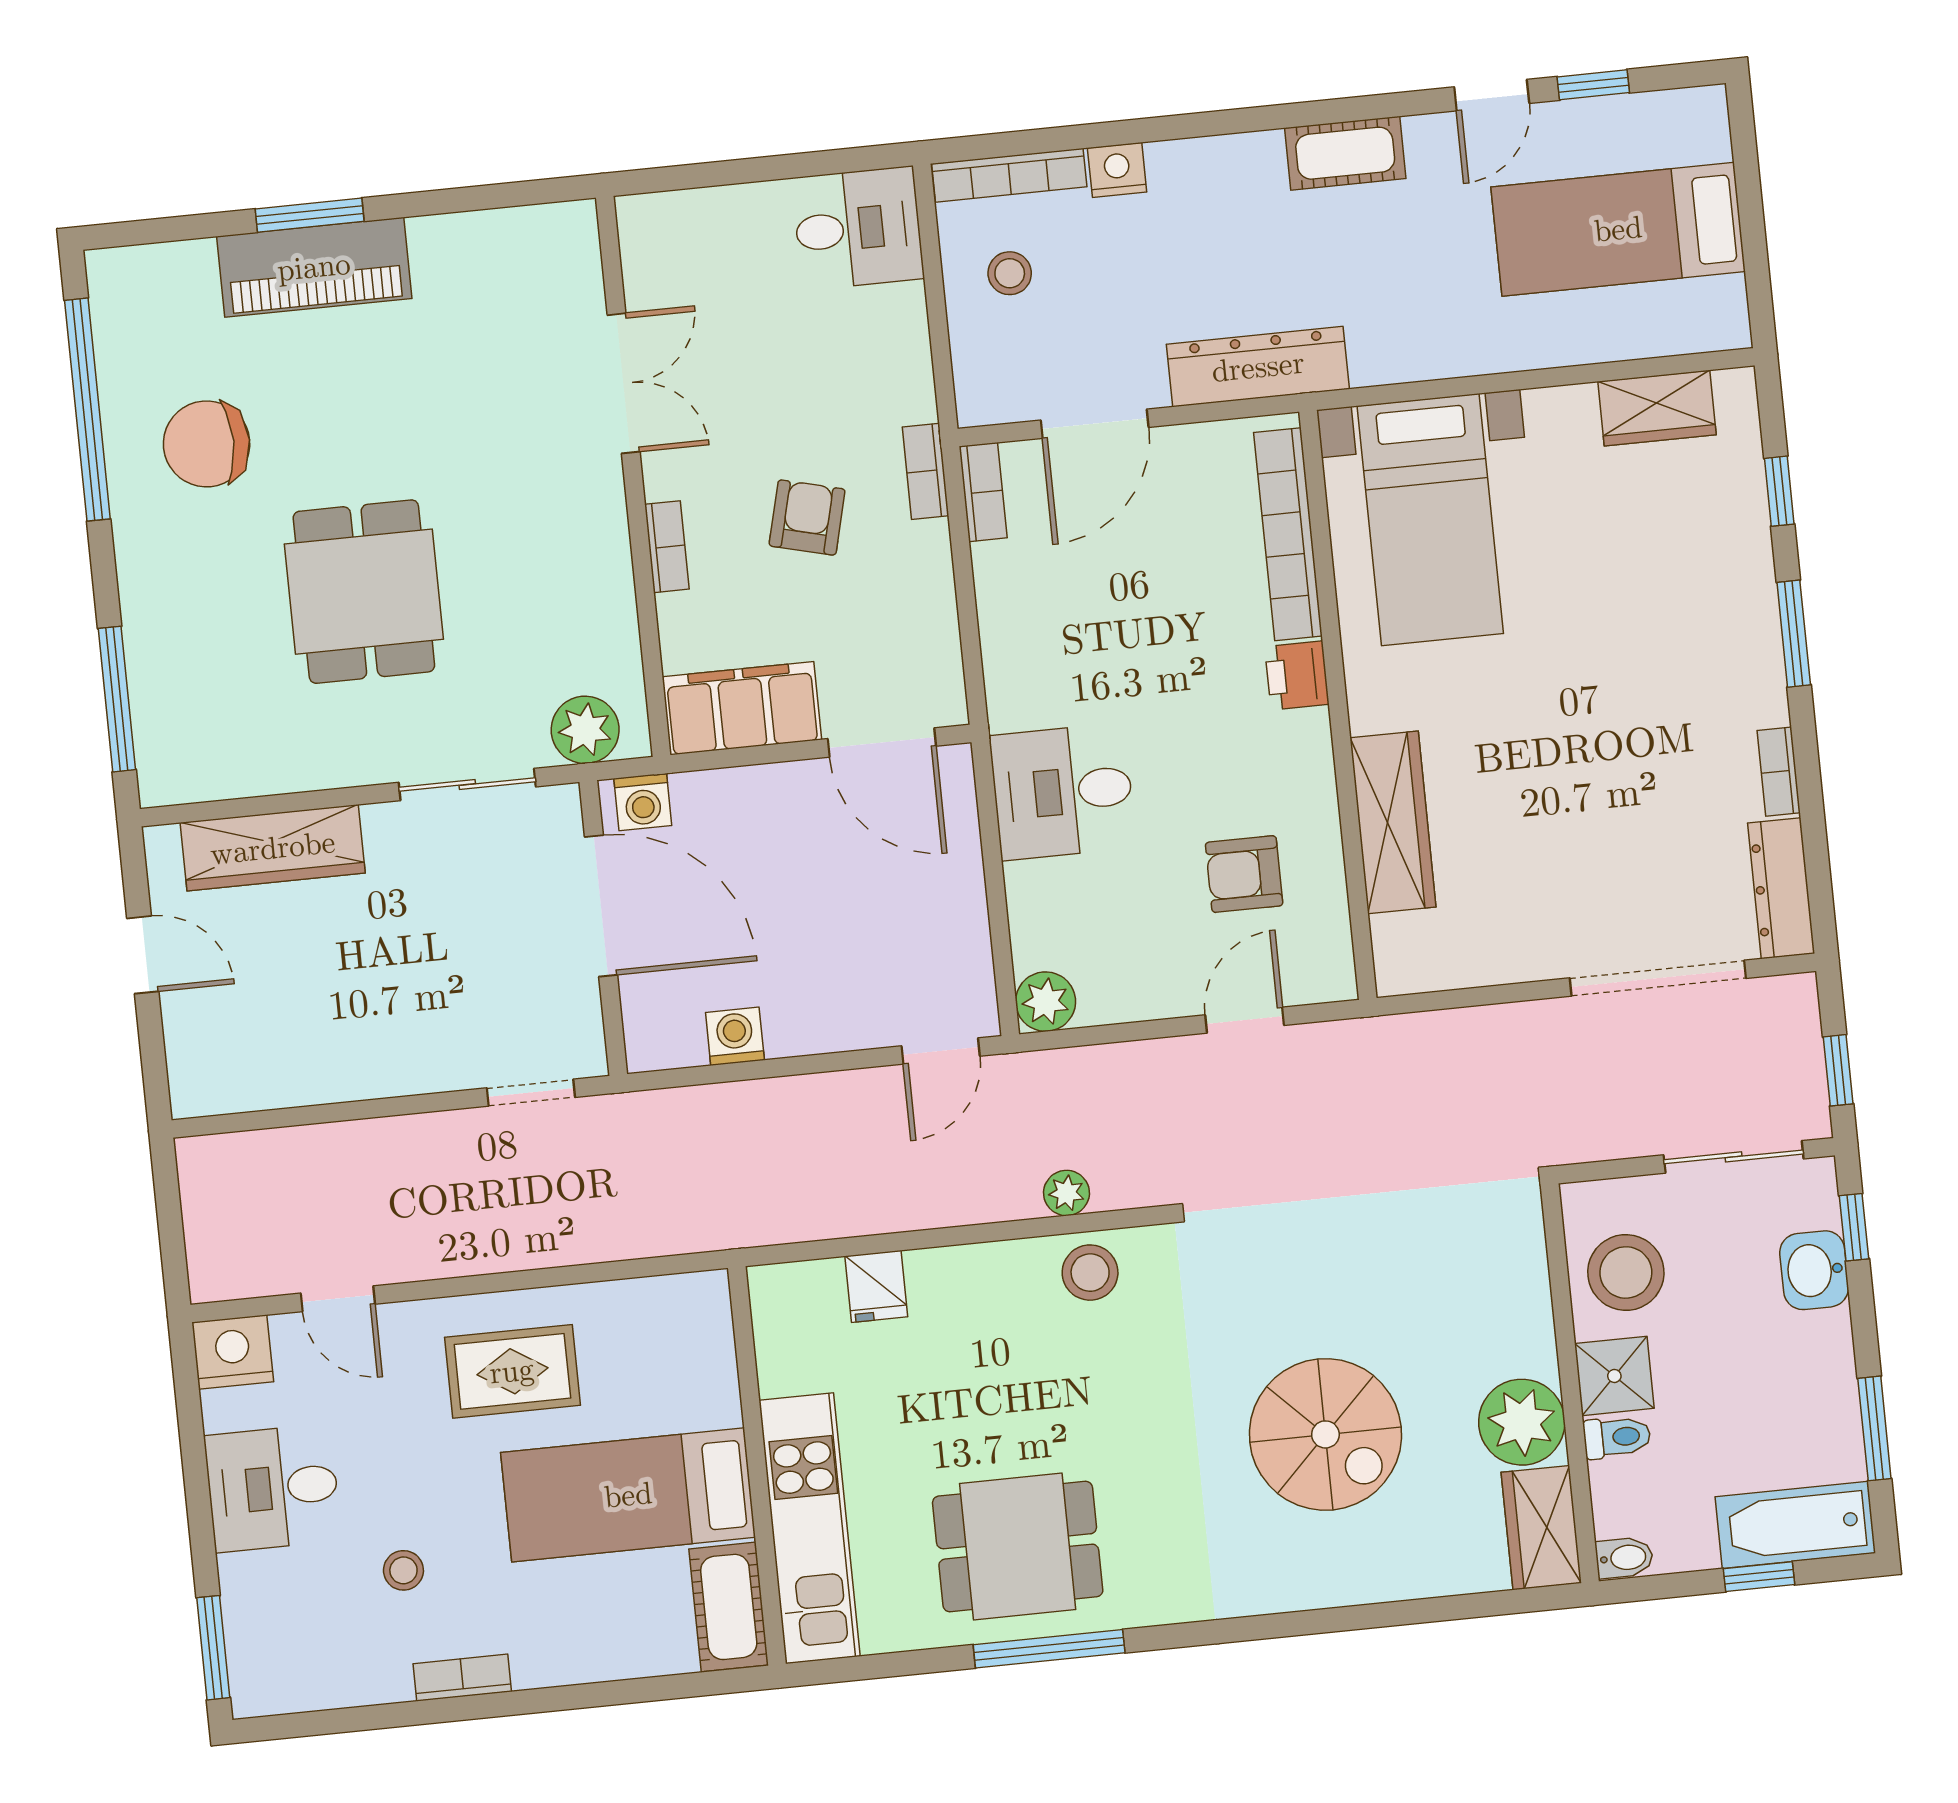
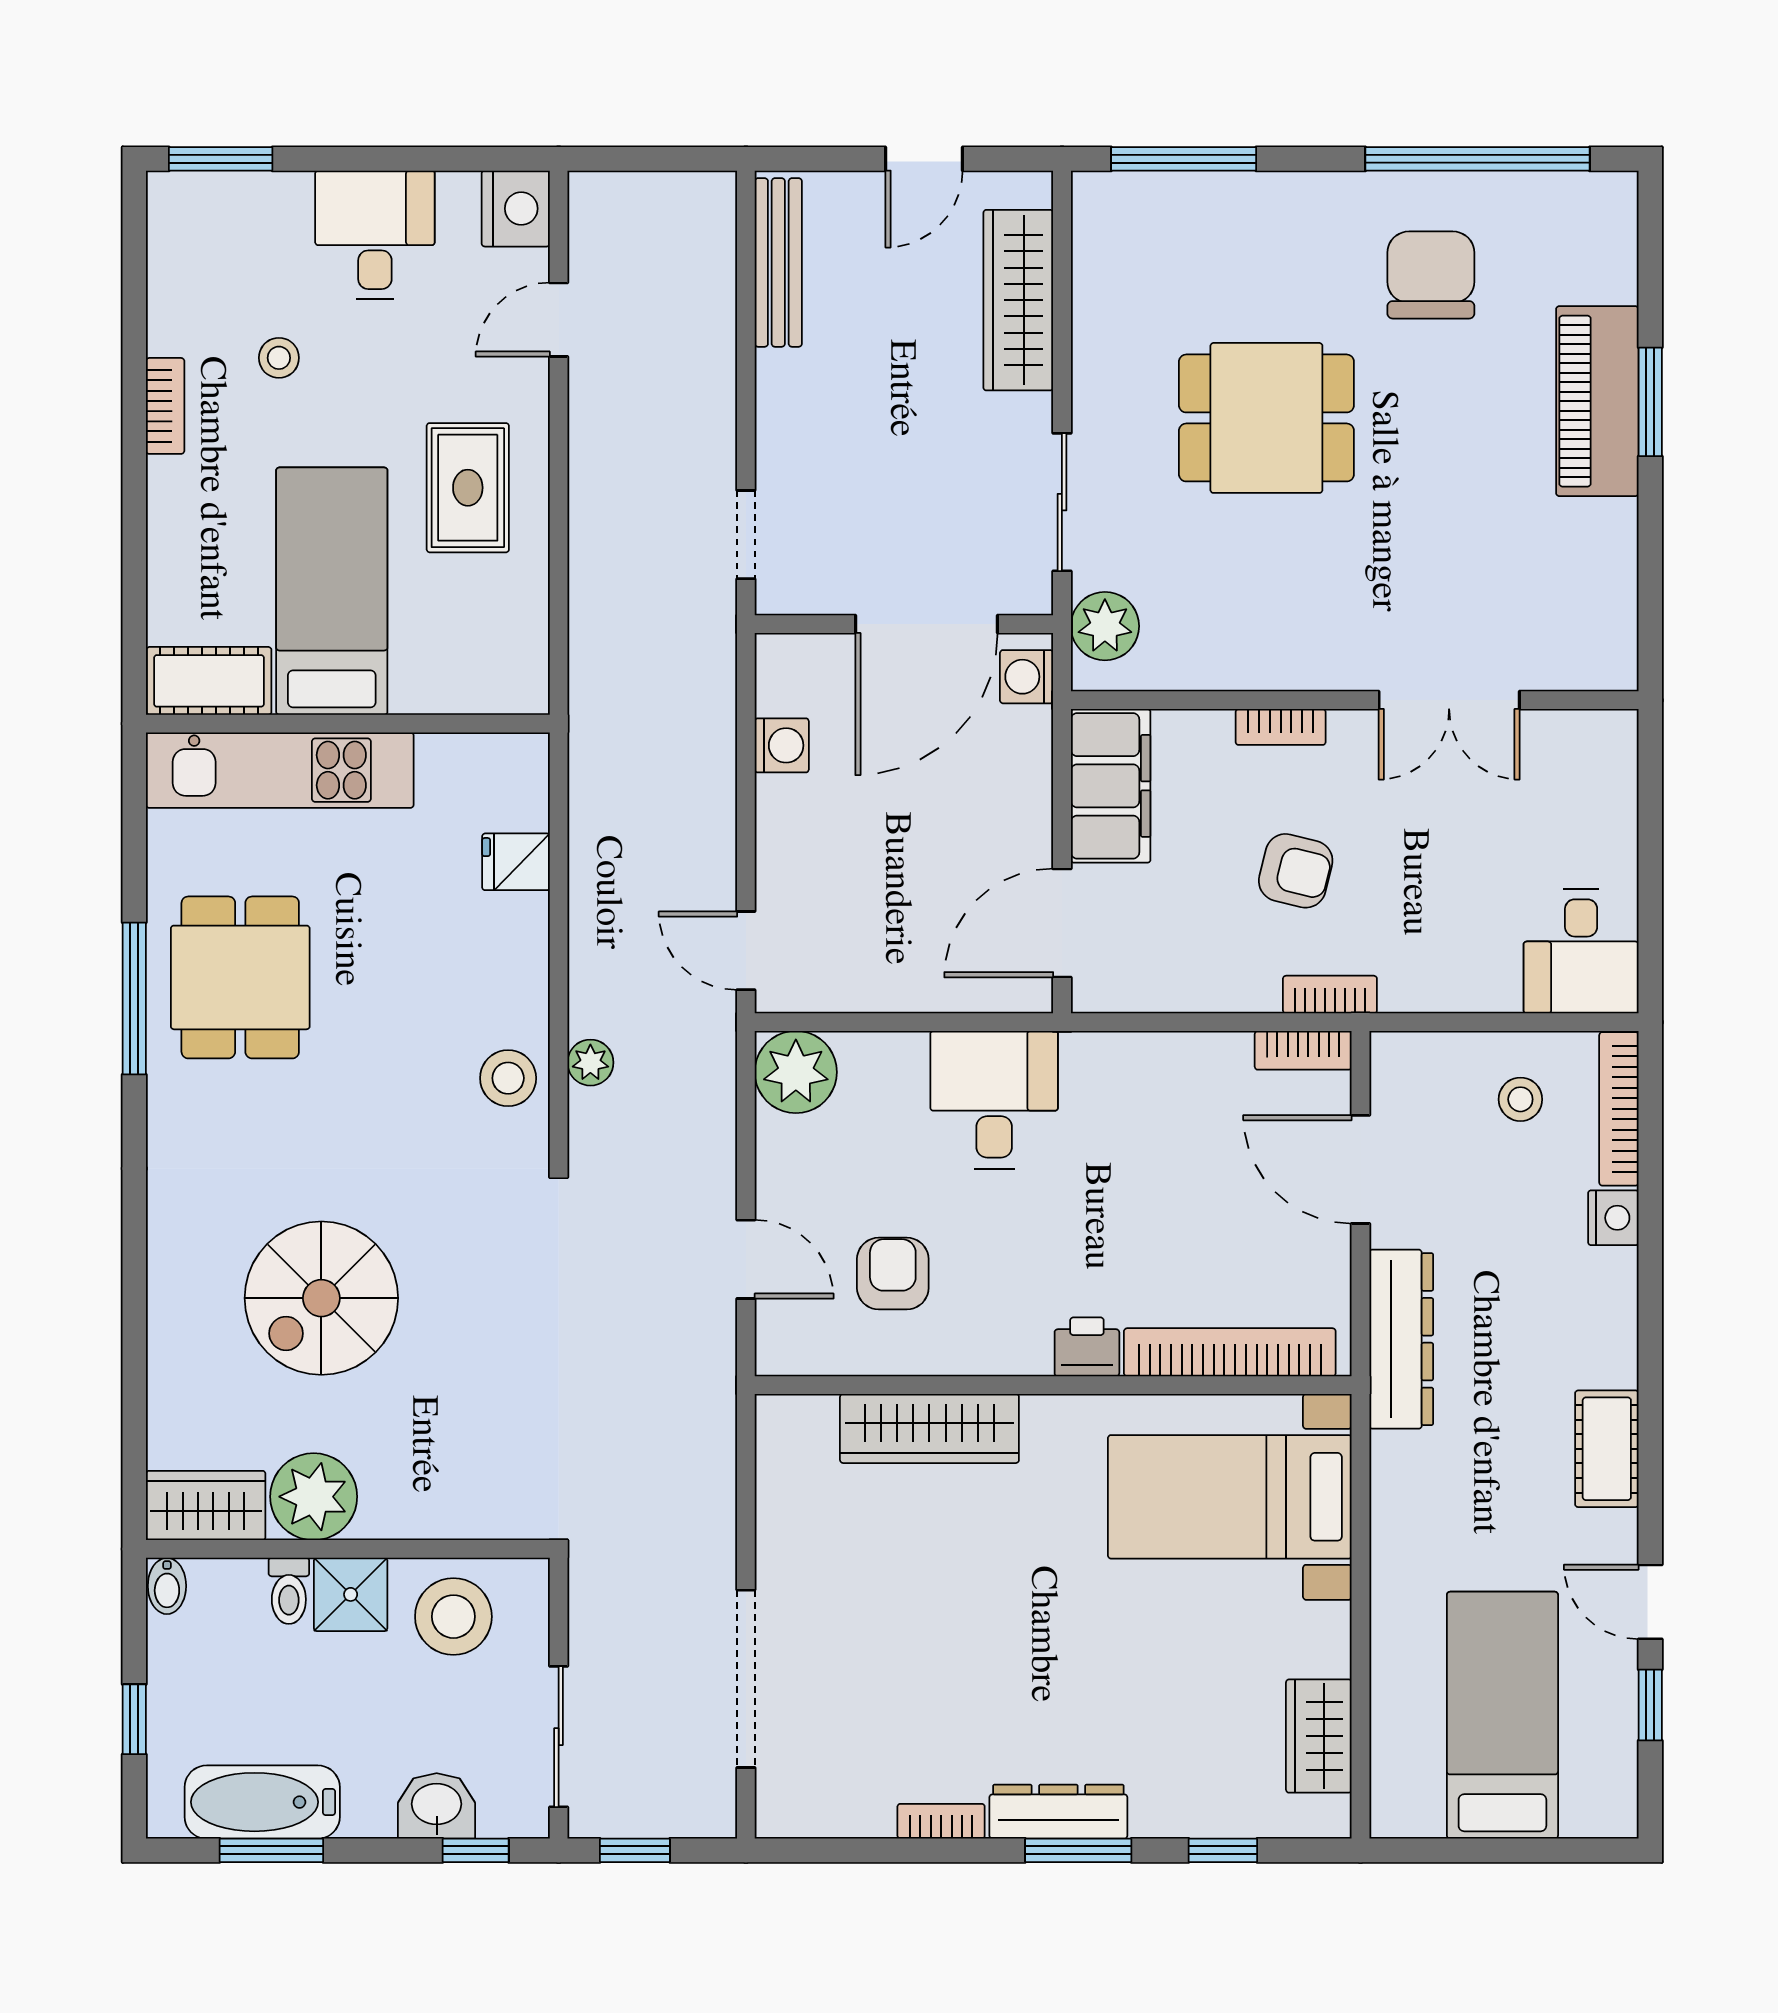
dresser: (1781, 888) -> (1058, 1812), moved
plant: (1046, 1002) -> (796, 1072), width x1.36, depth x1.36
bench: (260, 1088) -> (778, 262), added
bathtub: (1795, 1525) -> (262, 1802), moved, turned -90

